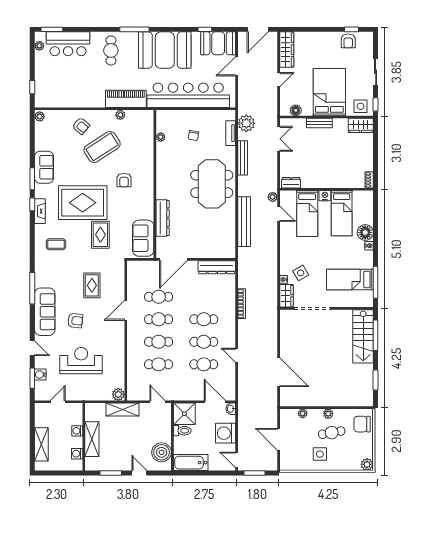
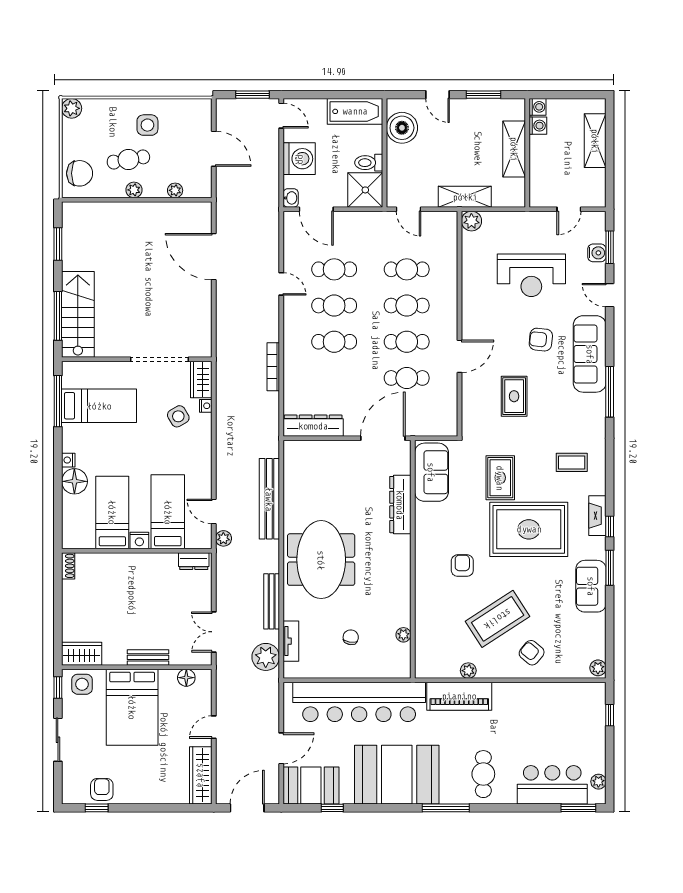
washing machine: (77, 431) -> (538, 107), moved

